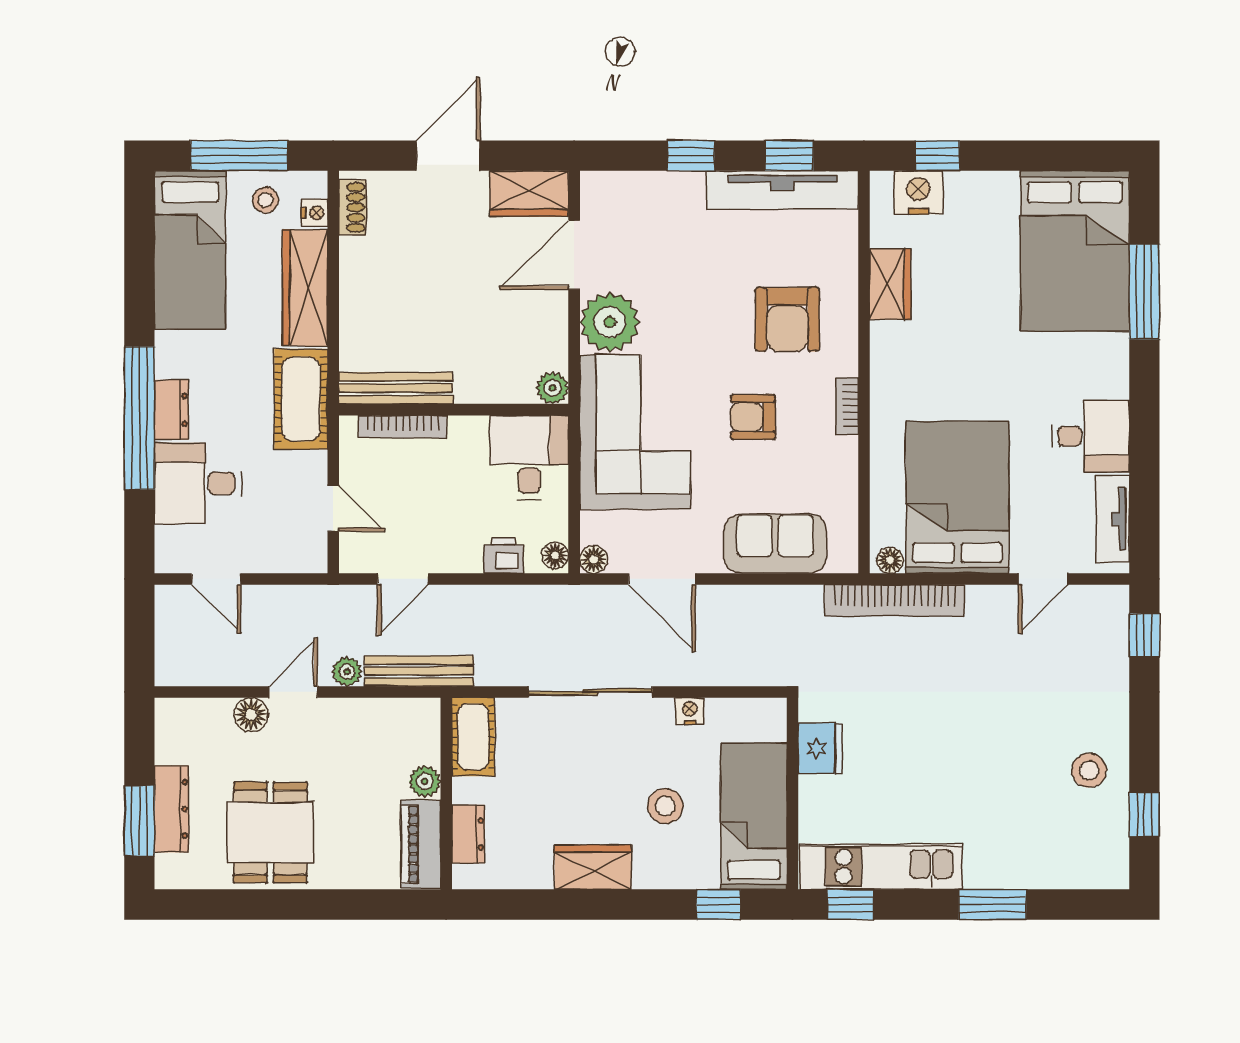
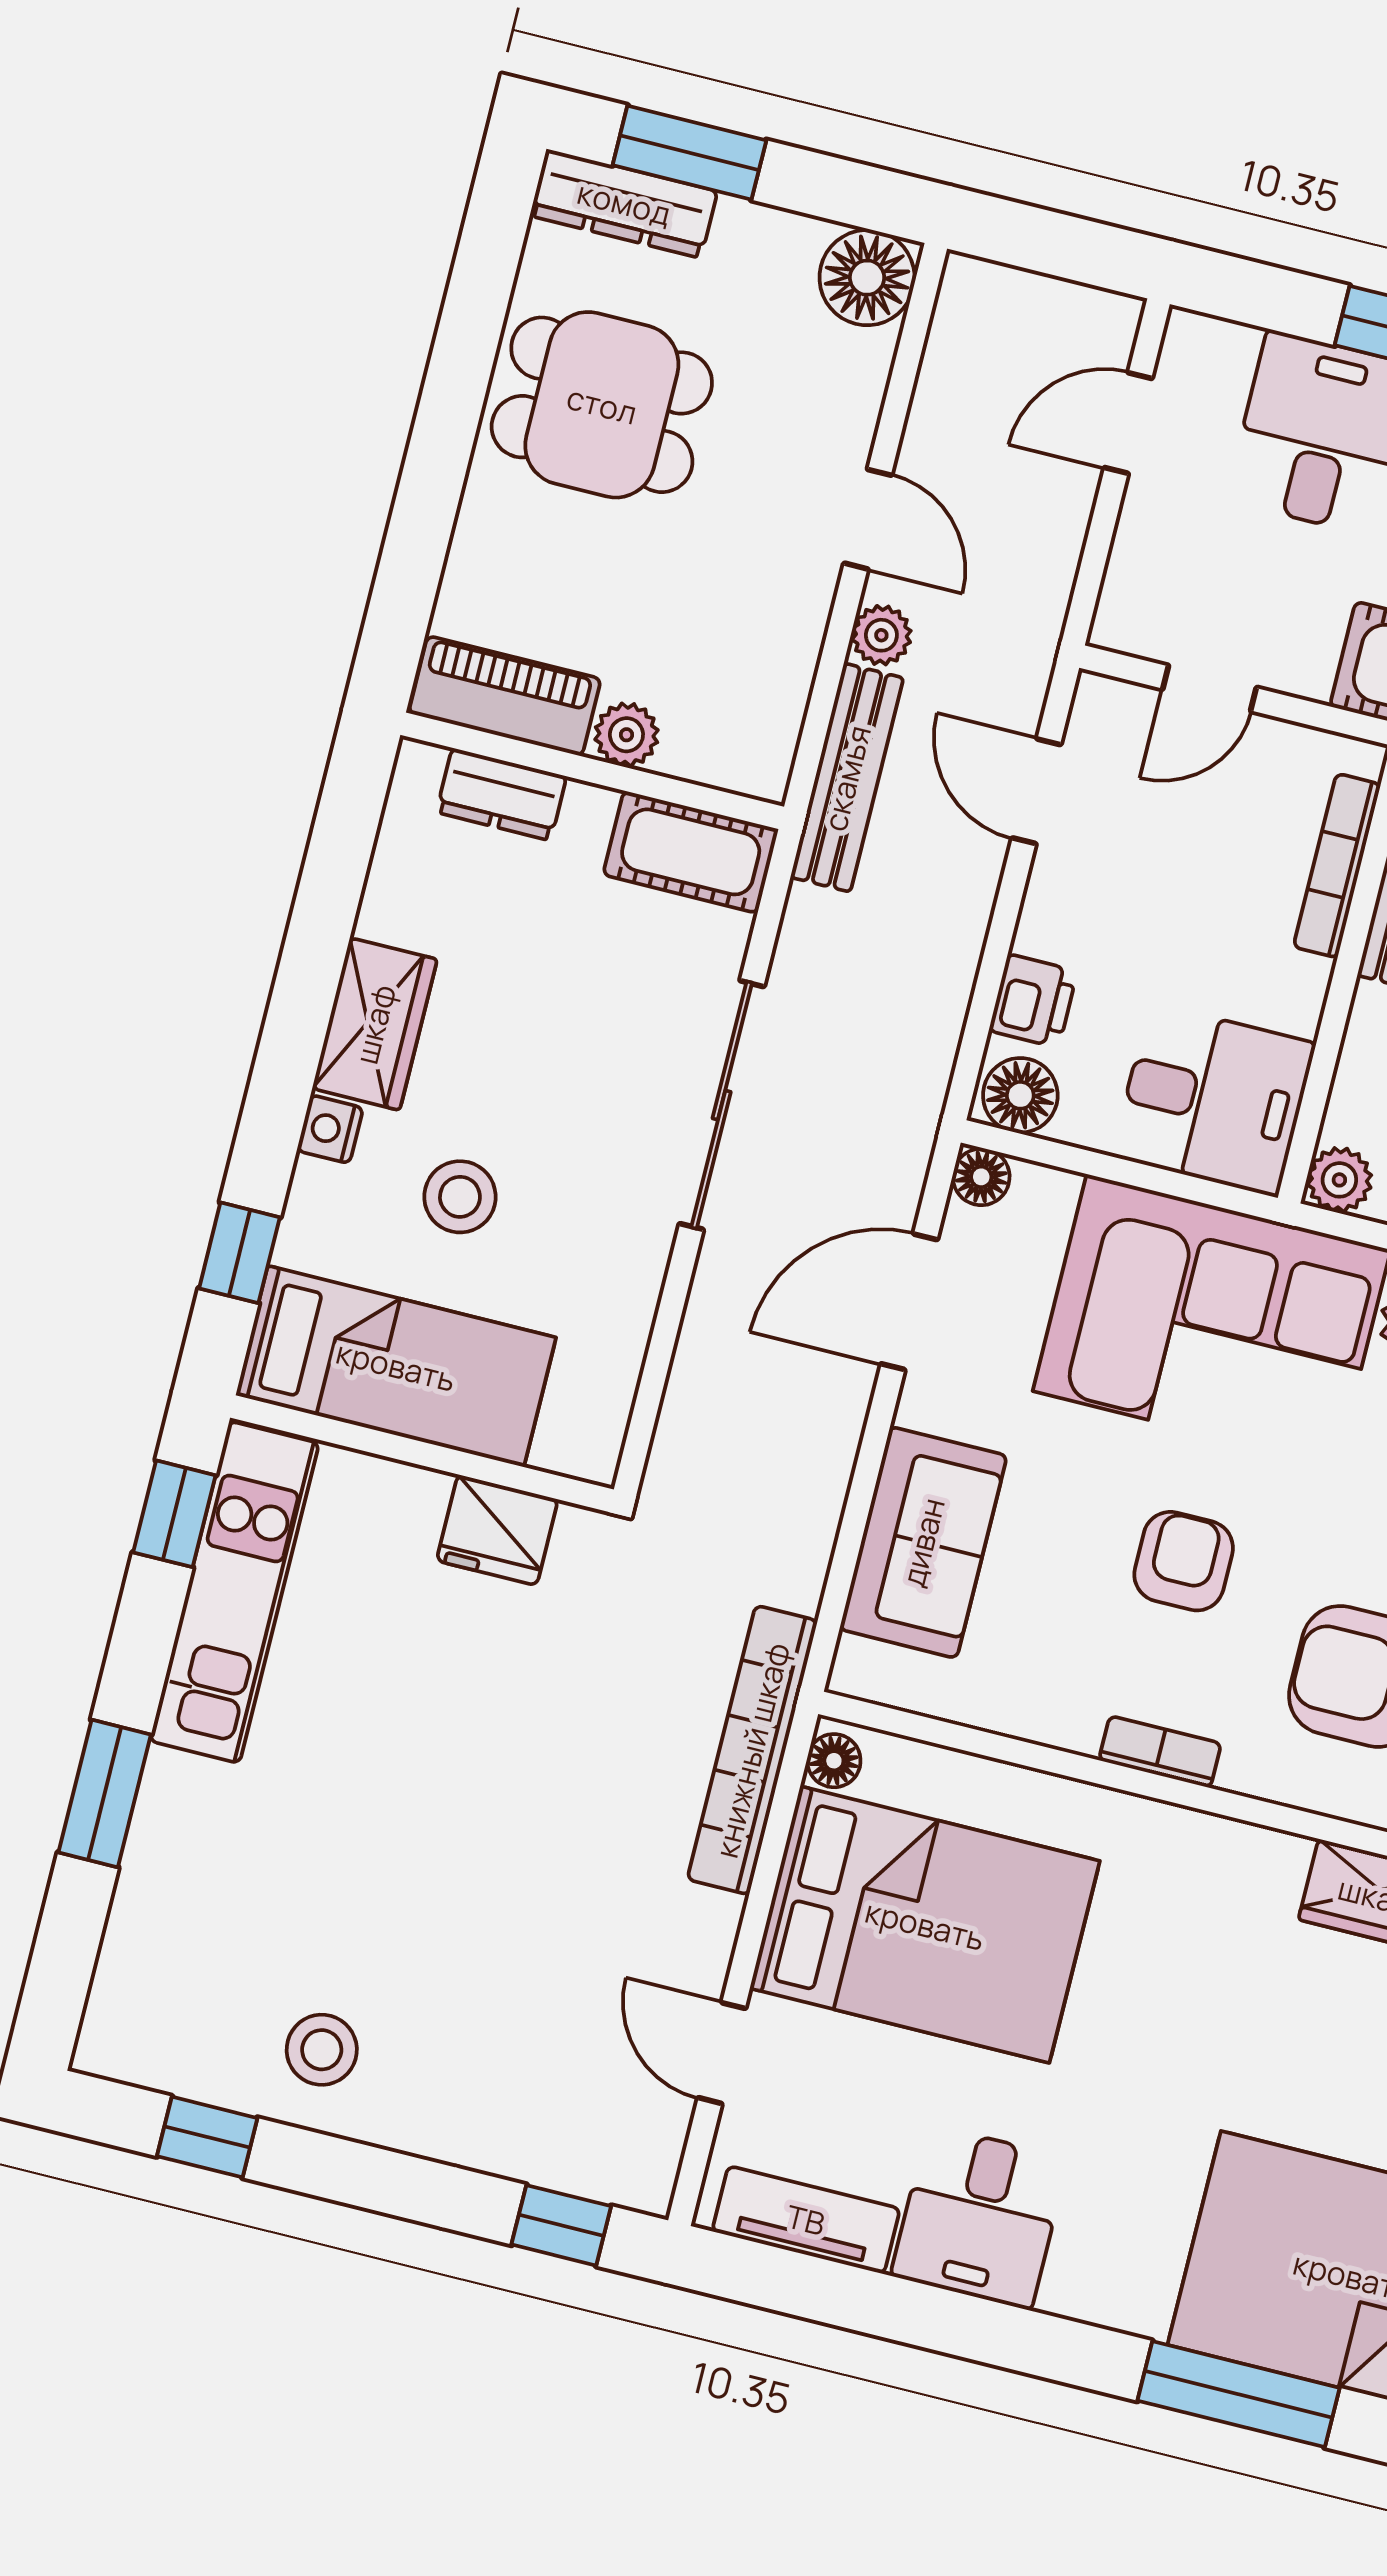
floor lamp: (555, 555) -> (1020, 1095), width x1.37, depth x1.37
nightstand: (690, 711) -> (330, 1129), moved, turned 180
floor lamp: (251, 715) -> (867, 278), moved, width x1.38, depth x1.38
dresser: (171, 809) -> (624, 203), moved

